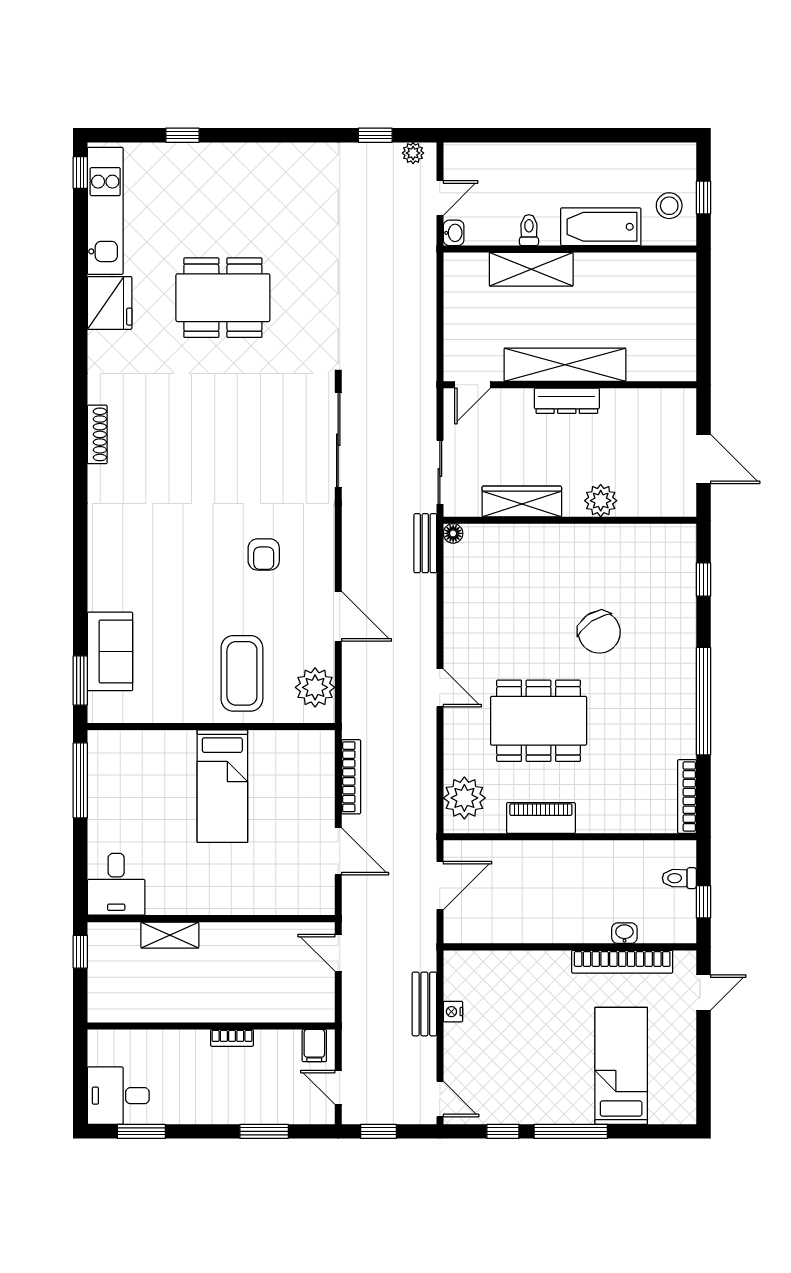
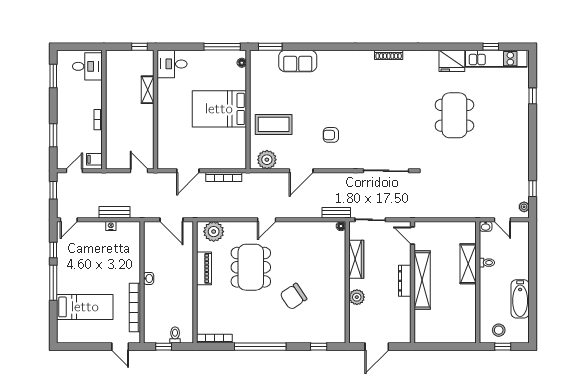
window: (80, 173) -> (491, 47), moved
bathtub: (601, 227) -> (520, 299), moved, turned 180
sofa: (110, 651) -> (298, 61), moved
floor lamp: (114, 739) -> (242, 63), added
bed: (222, 786) -> (219, 109), width x1.50
washbasin: (624, 933) -> (149, 278), moved
door: (338, 953) -> (139, 171), hinge flipped
desk: (118, 1096) -> (87, 66), moved, turned 90

